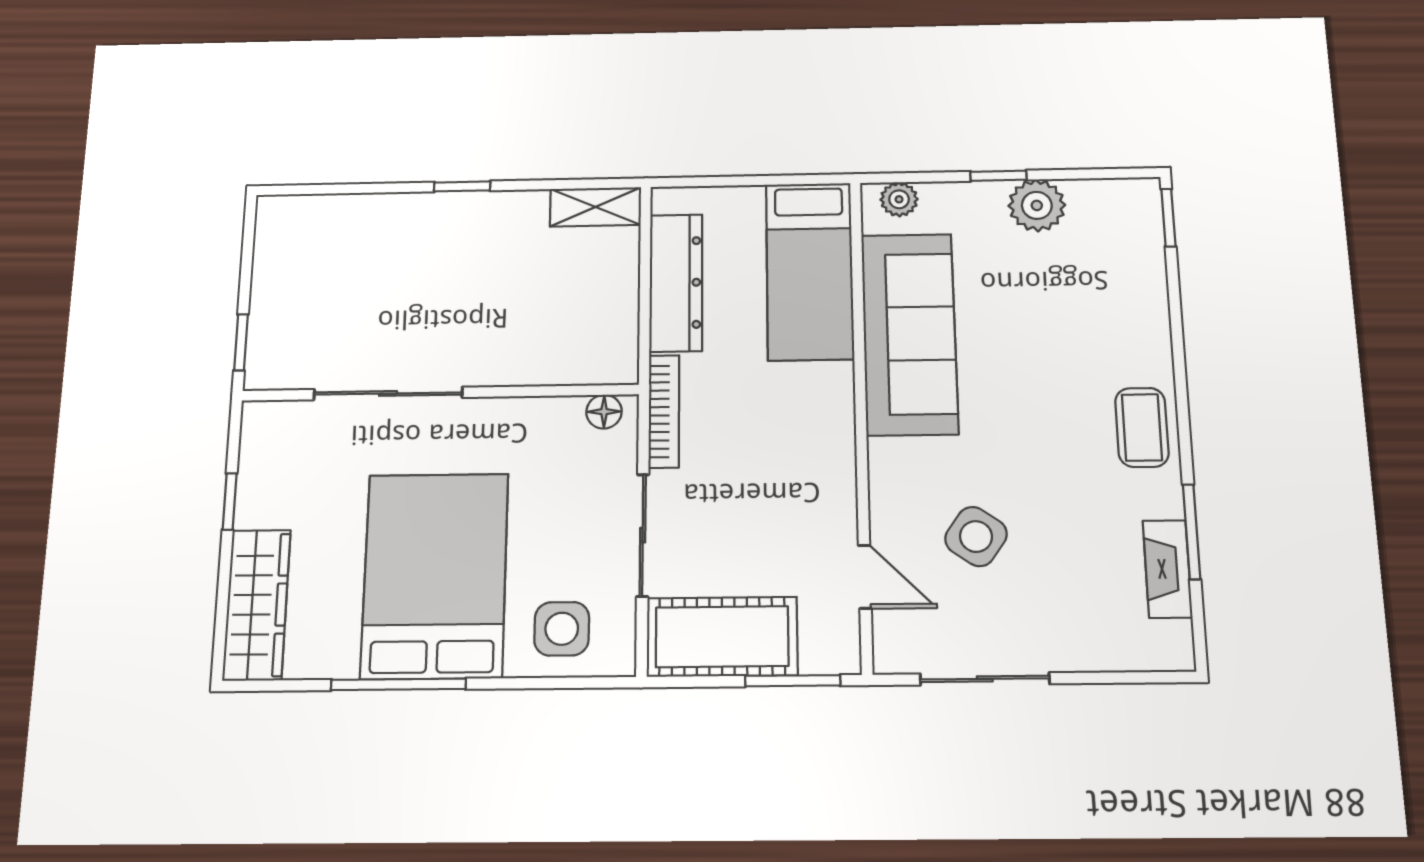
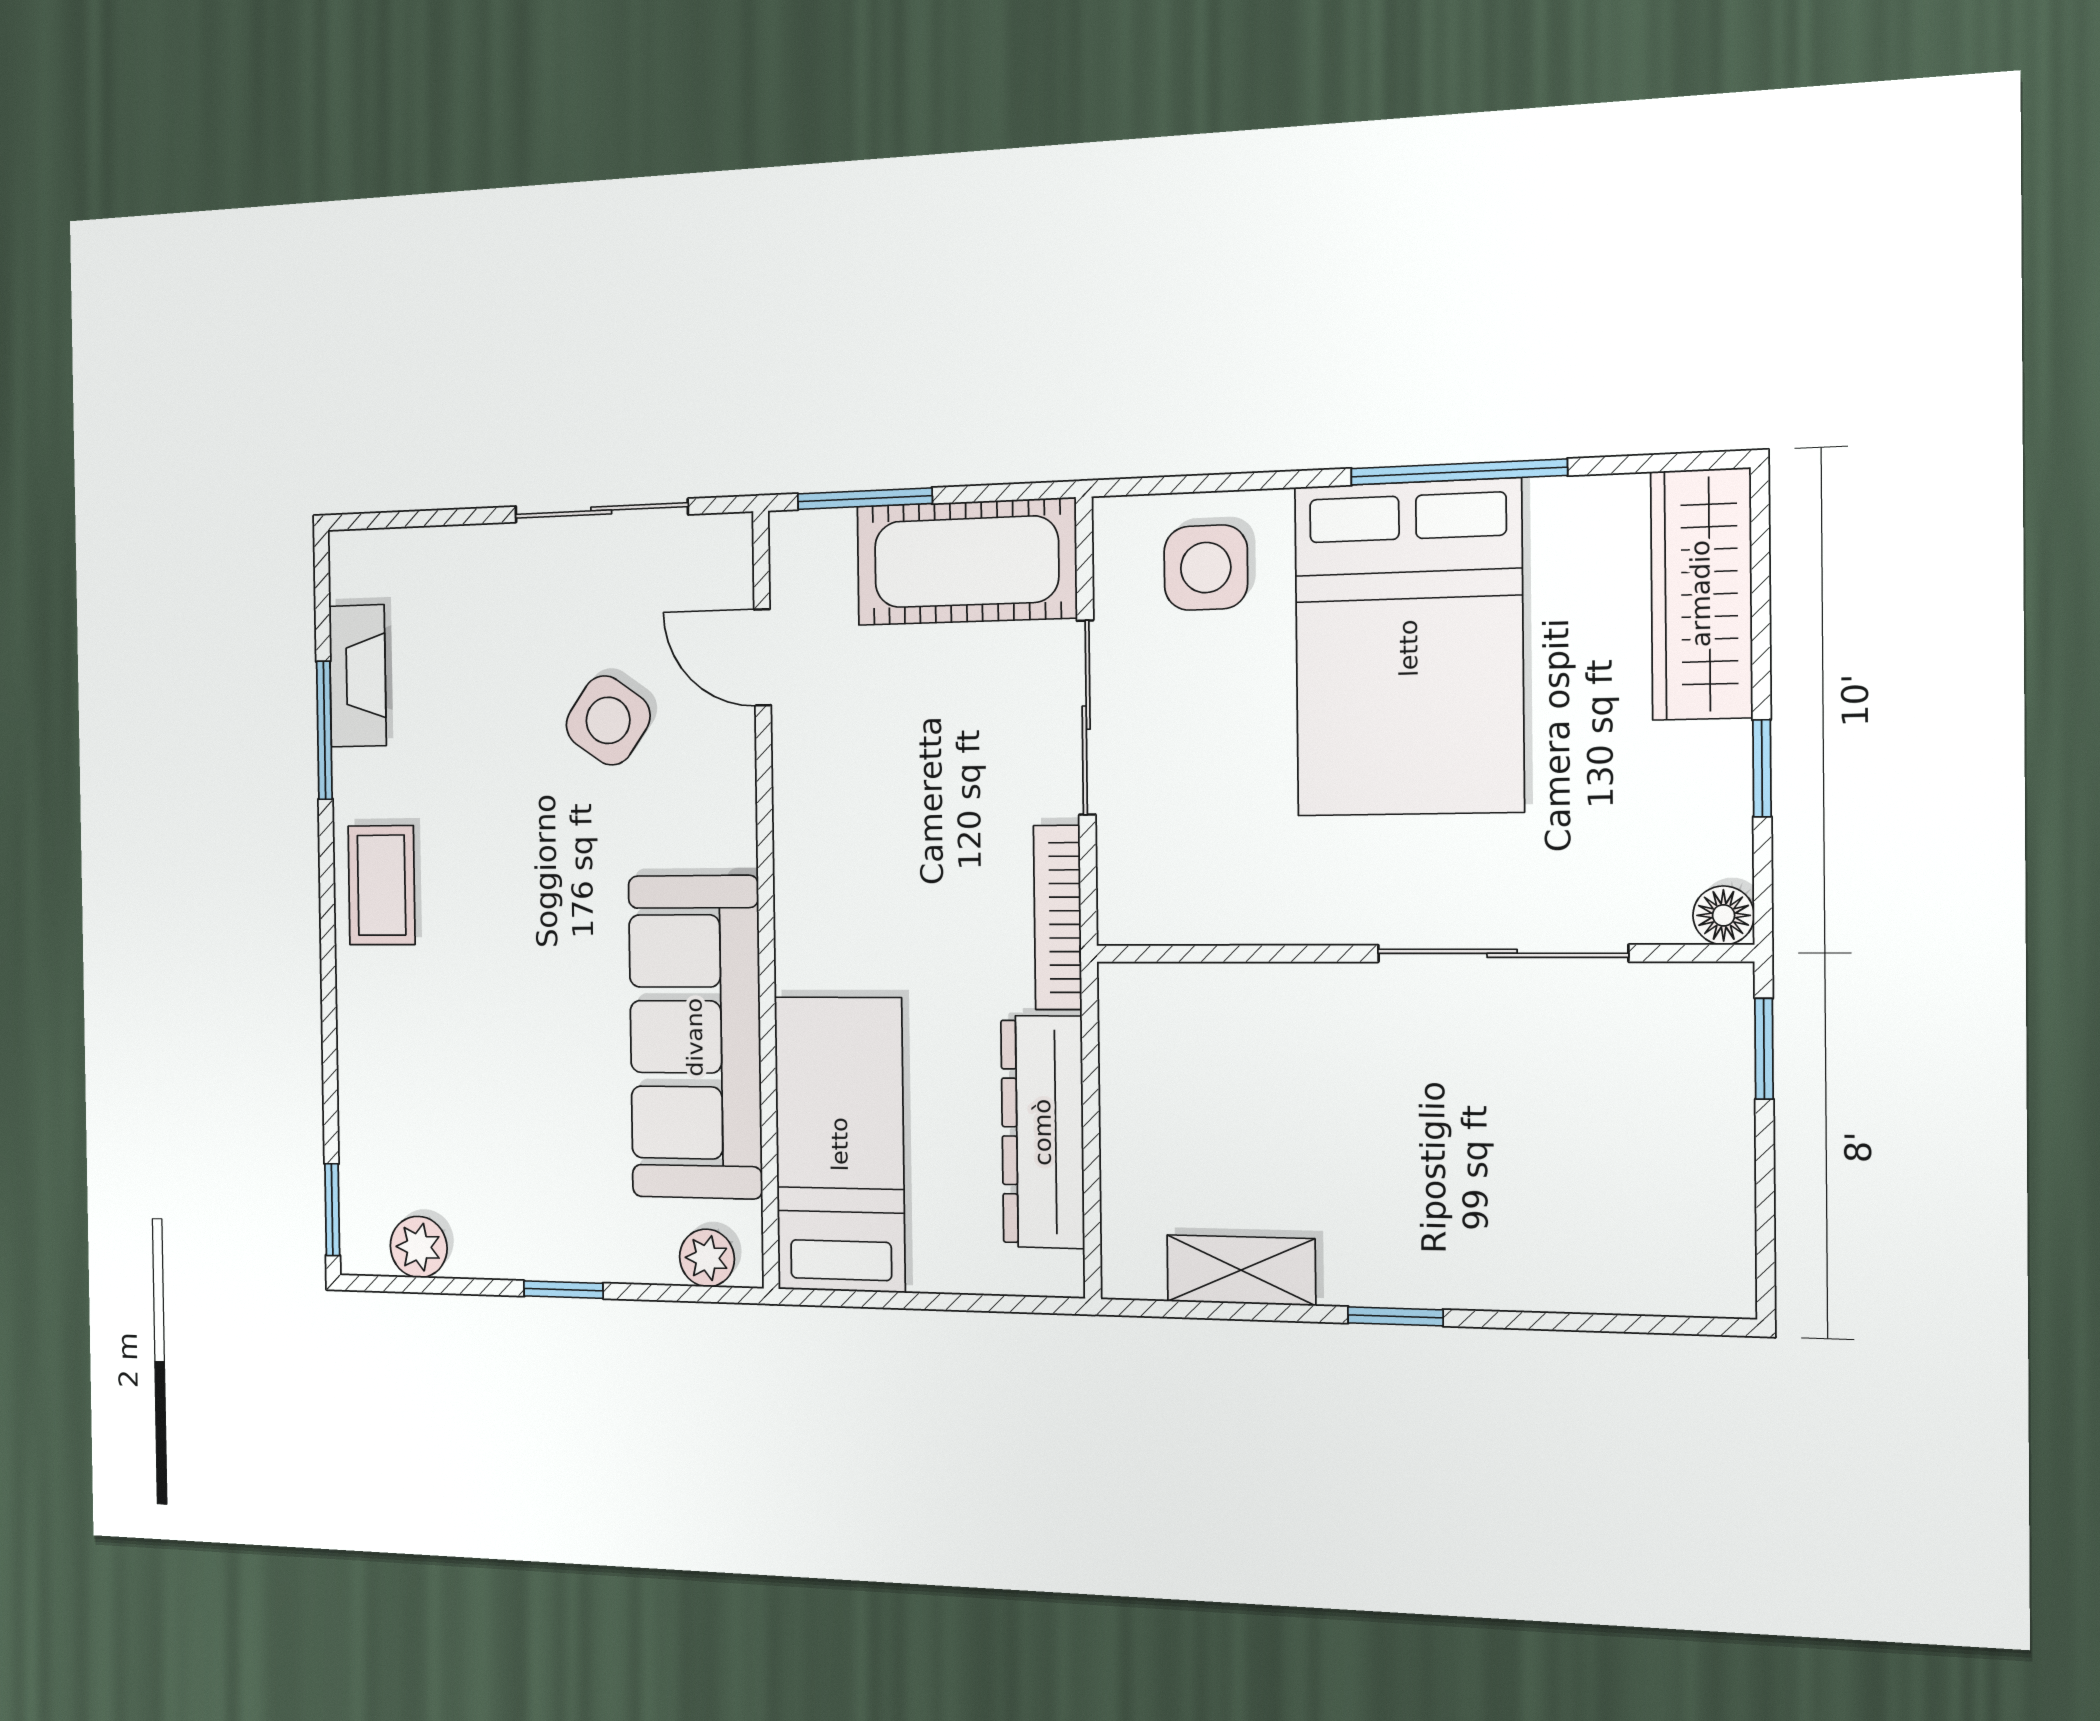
plant: (1037, 205) -> (419, 1247), moved, width x0.73, depth x0.73
shelving: (595, 207) -> (1241, 1270), moved
floor lamp: (604, 412) -> (1724, 915), moved

